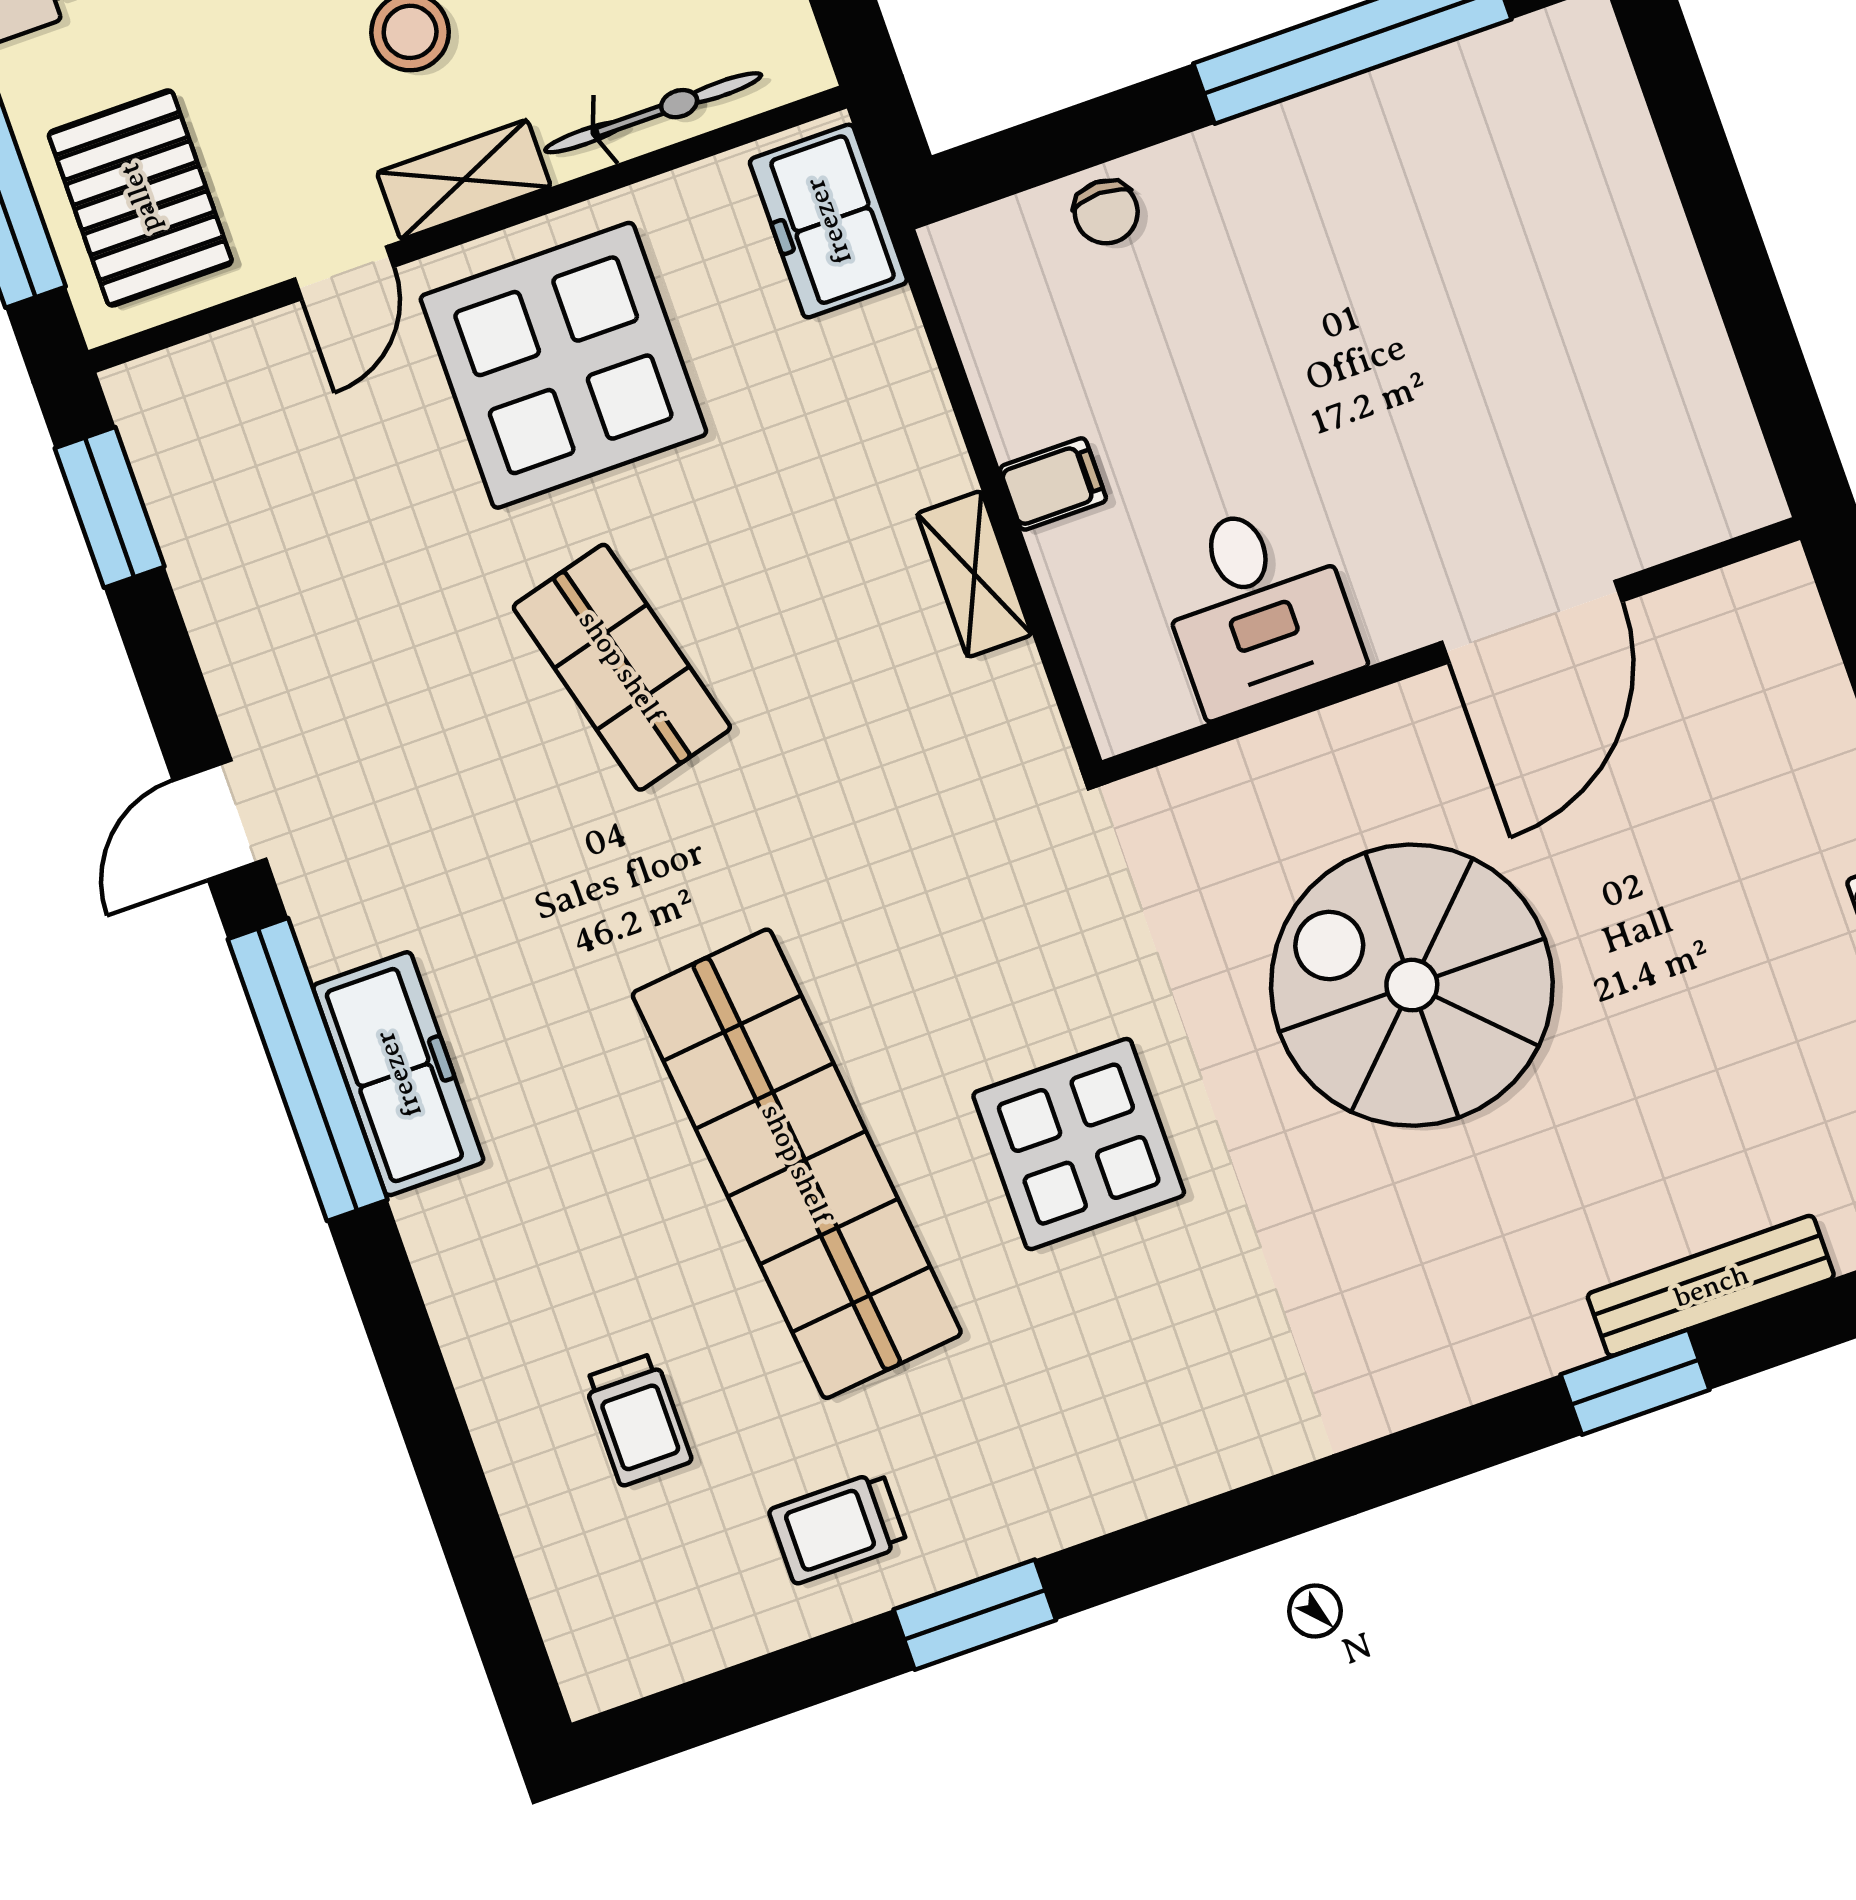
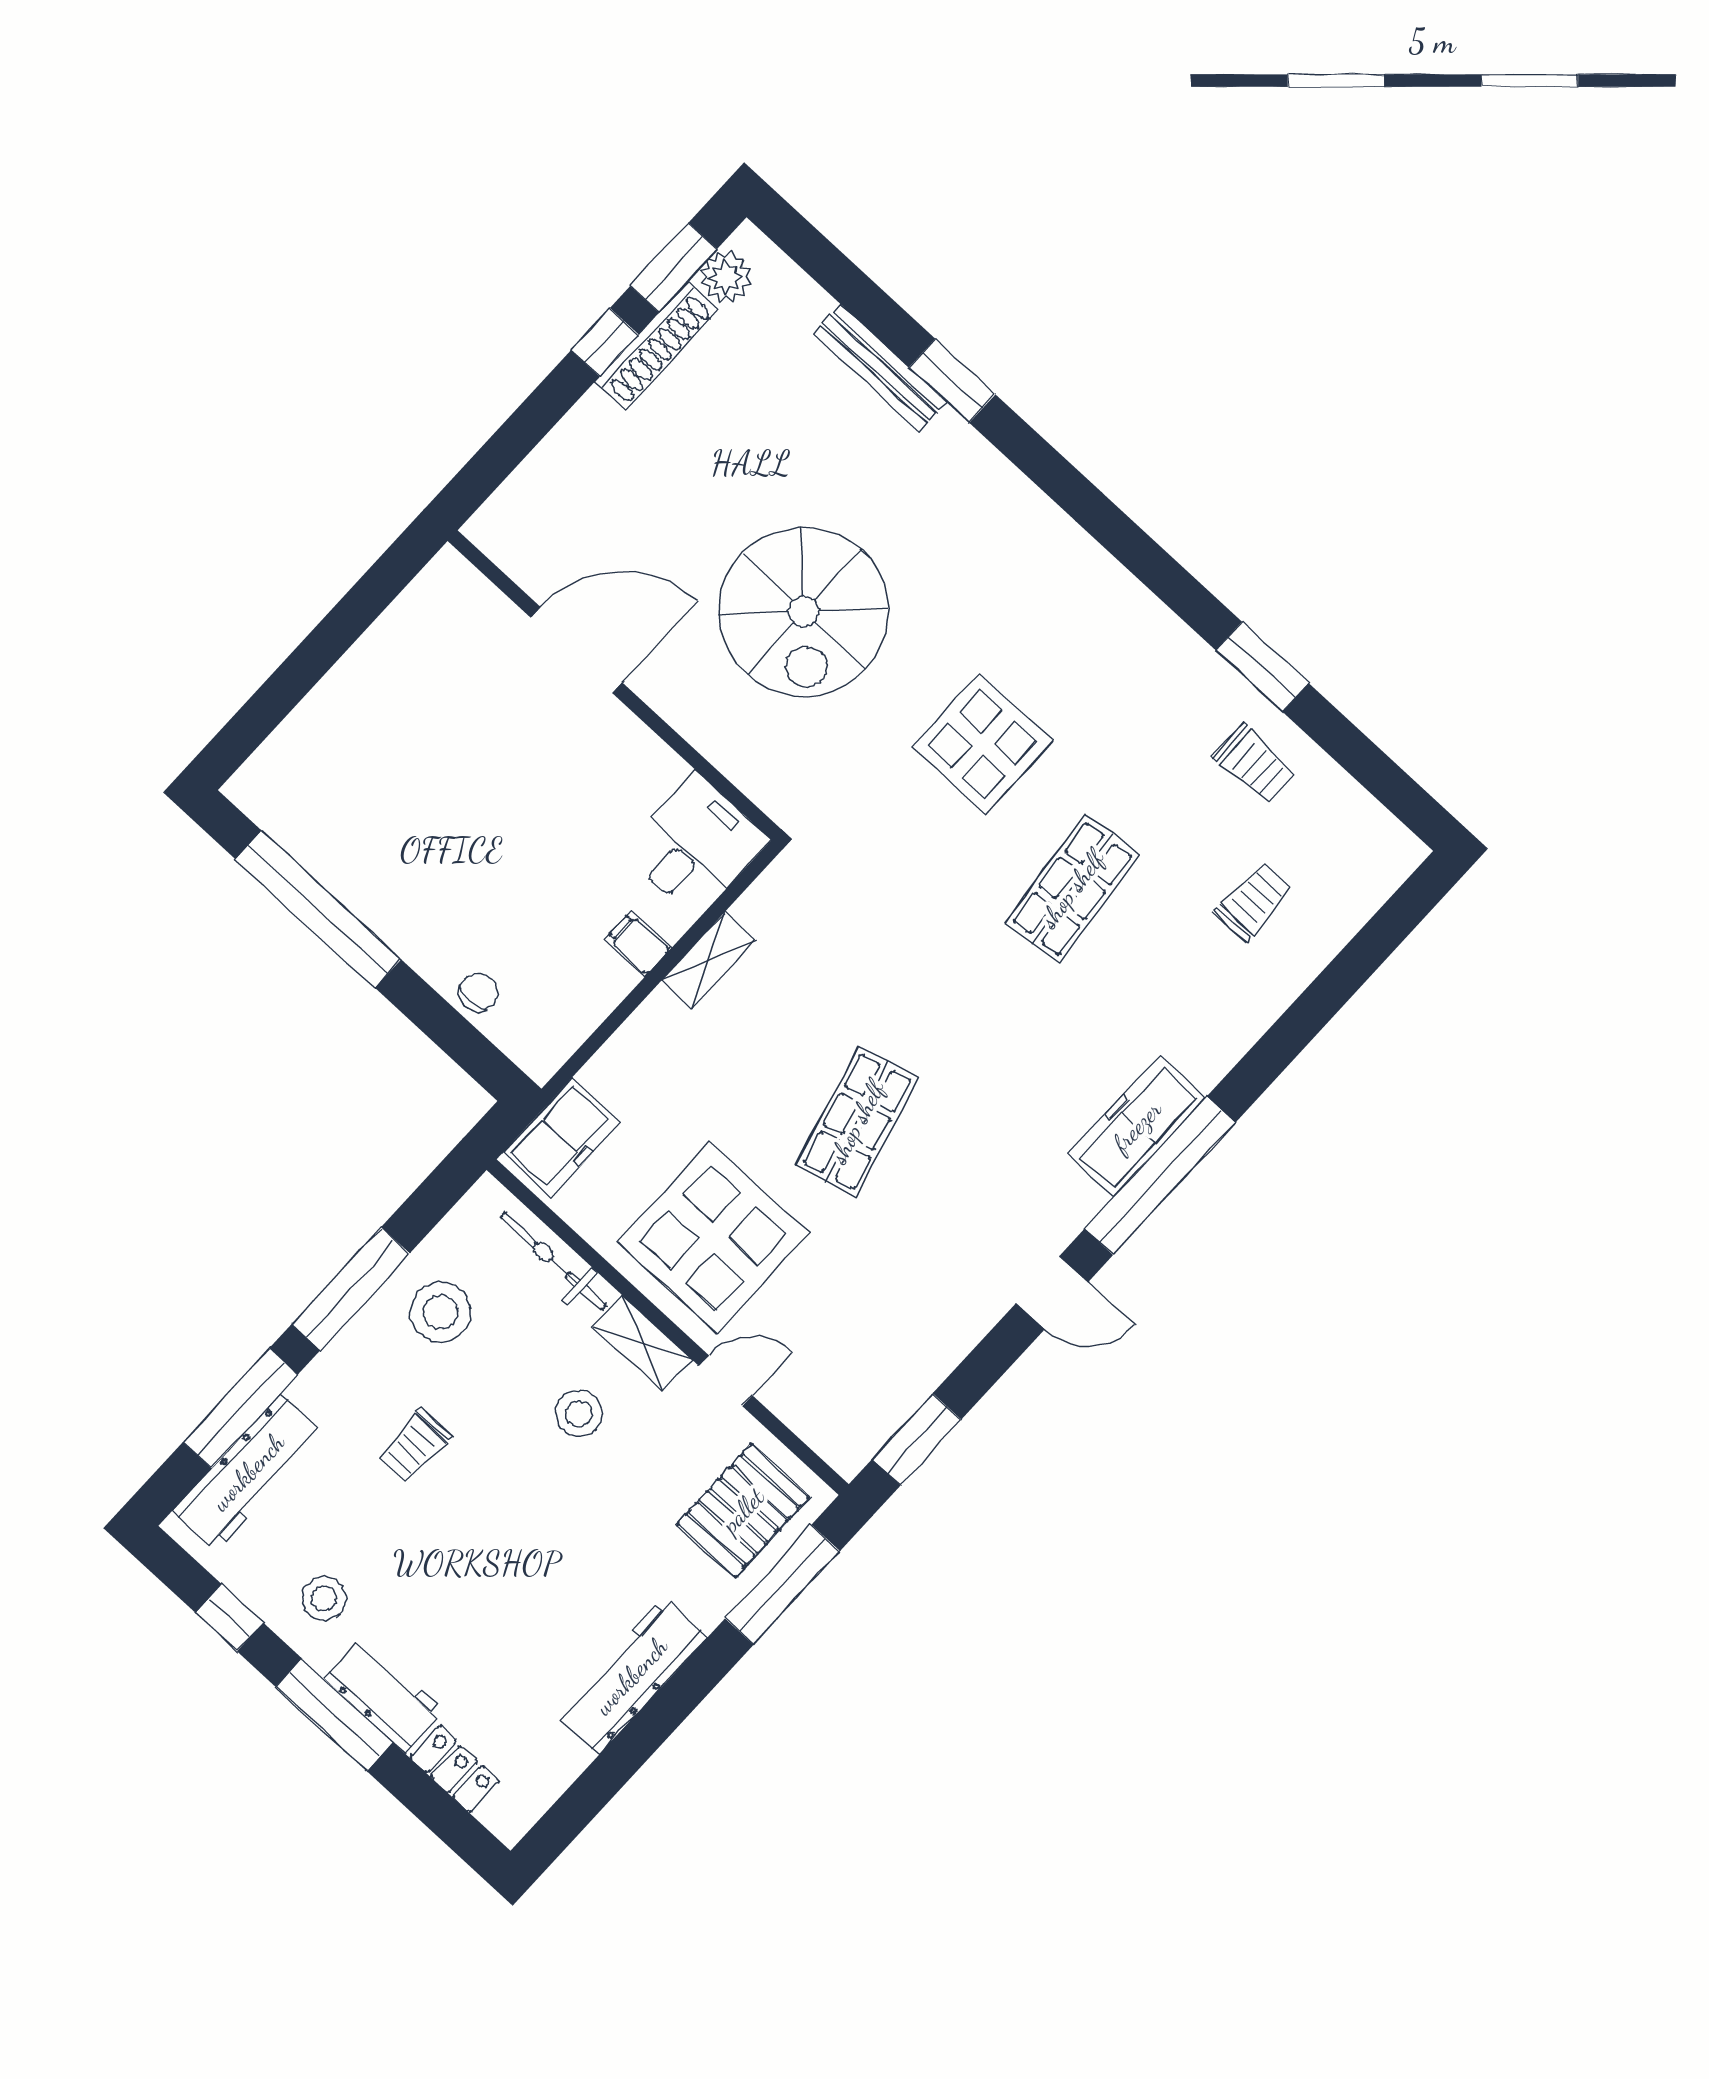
desk: (1257, 607) -> (695, 846), moved
shop shelf: (797, 1164) -> (1072, 889), width x0.50, depth x0.74

